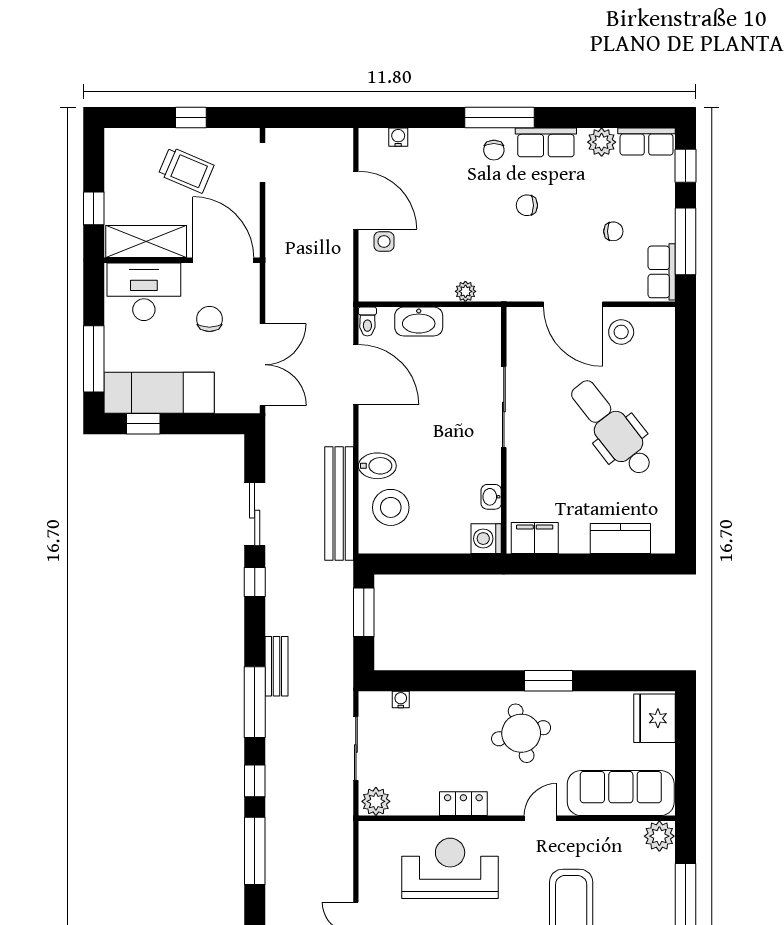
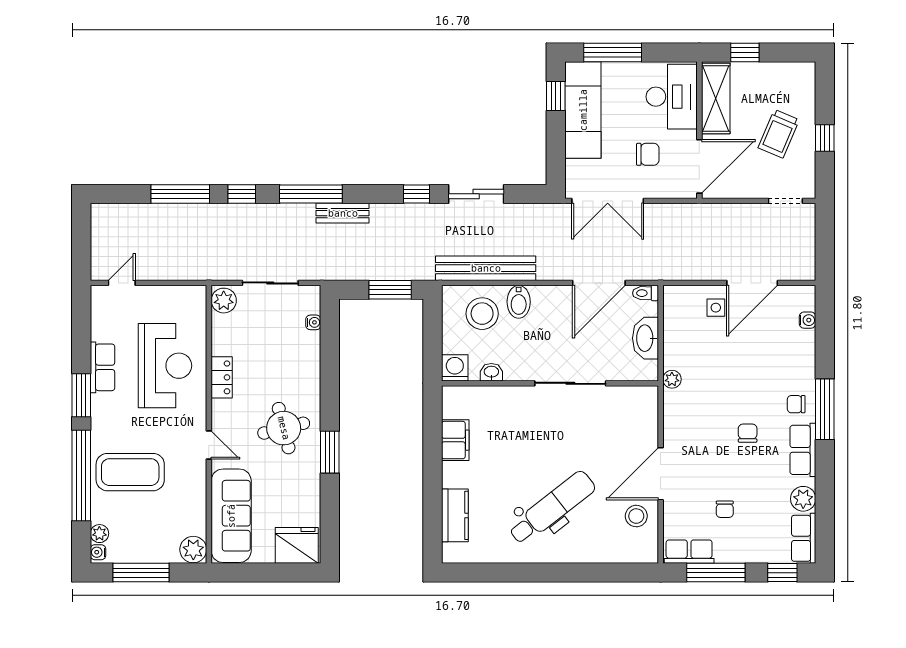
sliding door: (504, 407) -> (570, 383), moved
wall: (504, 430) -> (550, 383), moved
washbasin: (491, 497) -> (491, 372), moved
washing machine: (486, 539) -> (455, 368), moved

